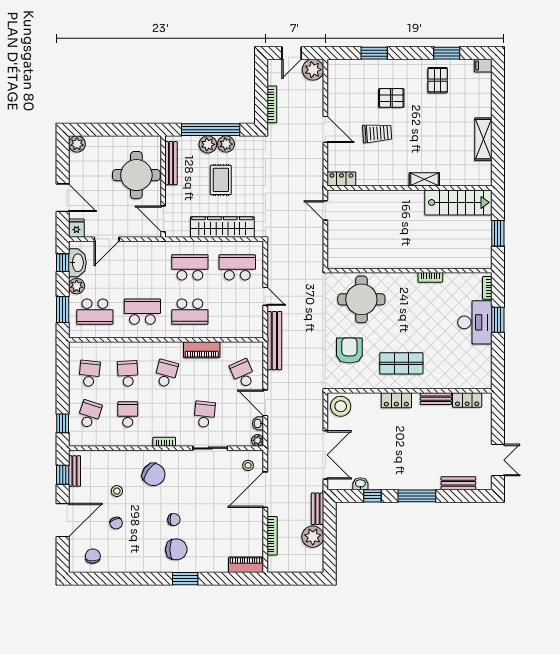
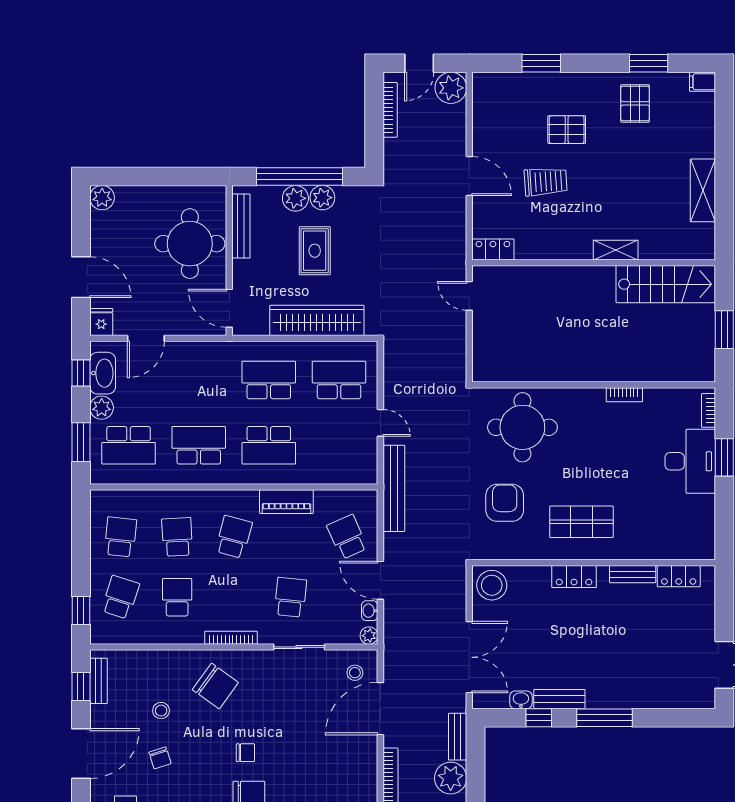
bookcase: (272, 104) -> (390, 110), moved
bookcase: (164, 442) -> (231, 638), width x1.56
bench: (458, 483) -> (559, 699), moved

